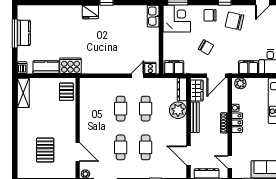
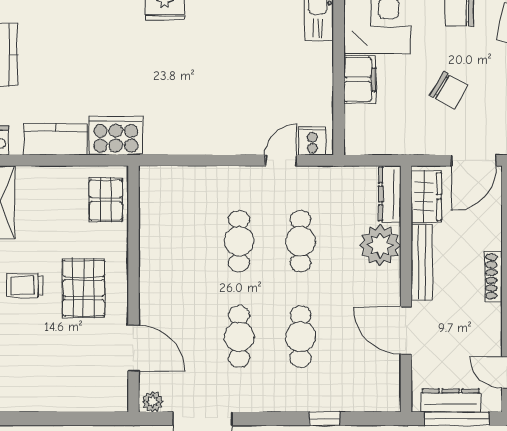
filing cabinet: (174, 67) -> (360, 79), moved, turned 90
trolley: (33, 127) -> (25, 286), added
pallet: (45, 150) -> (84, 288), moved
door: (188, 156) -> (406, 331), moved

